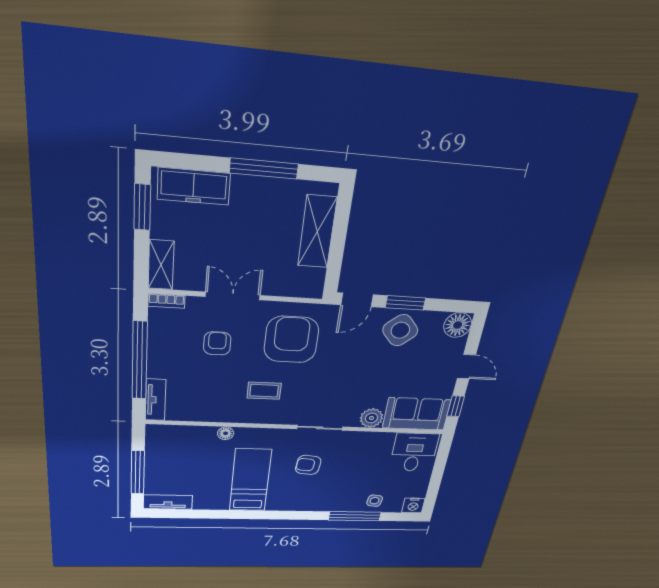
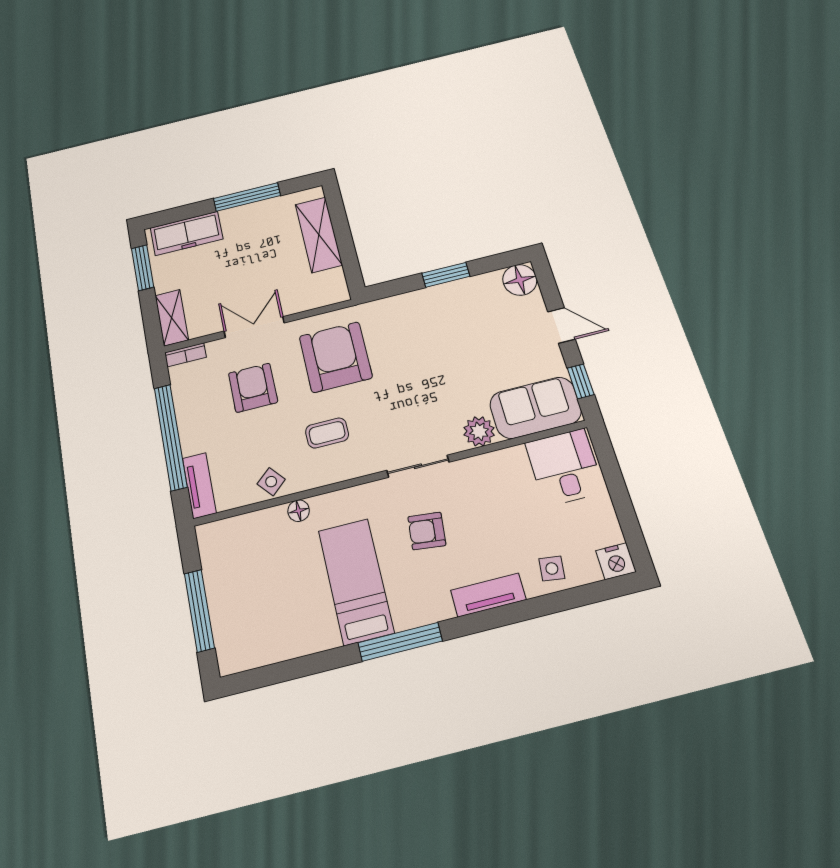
door: (357, 300) -> (390, 289), removed
side table: (400, 330) -> (271, 482), moved, width x0.54, depth x0.54
armchair: (217, 343) -> (253, 388), width x1.38, depth x1.38
tv unit: (168, 502) -> (488, 595), moved
window: (355, 516) -> (400, 642), moved

